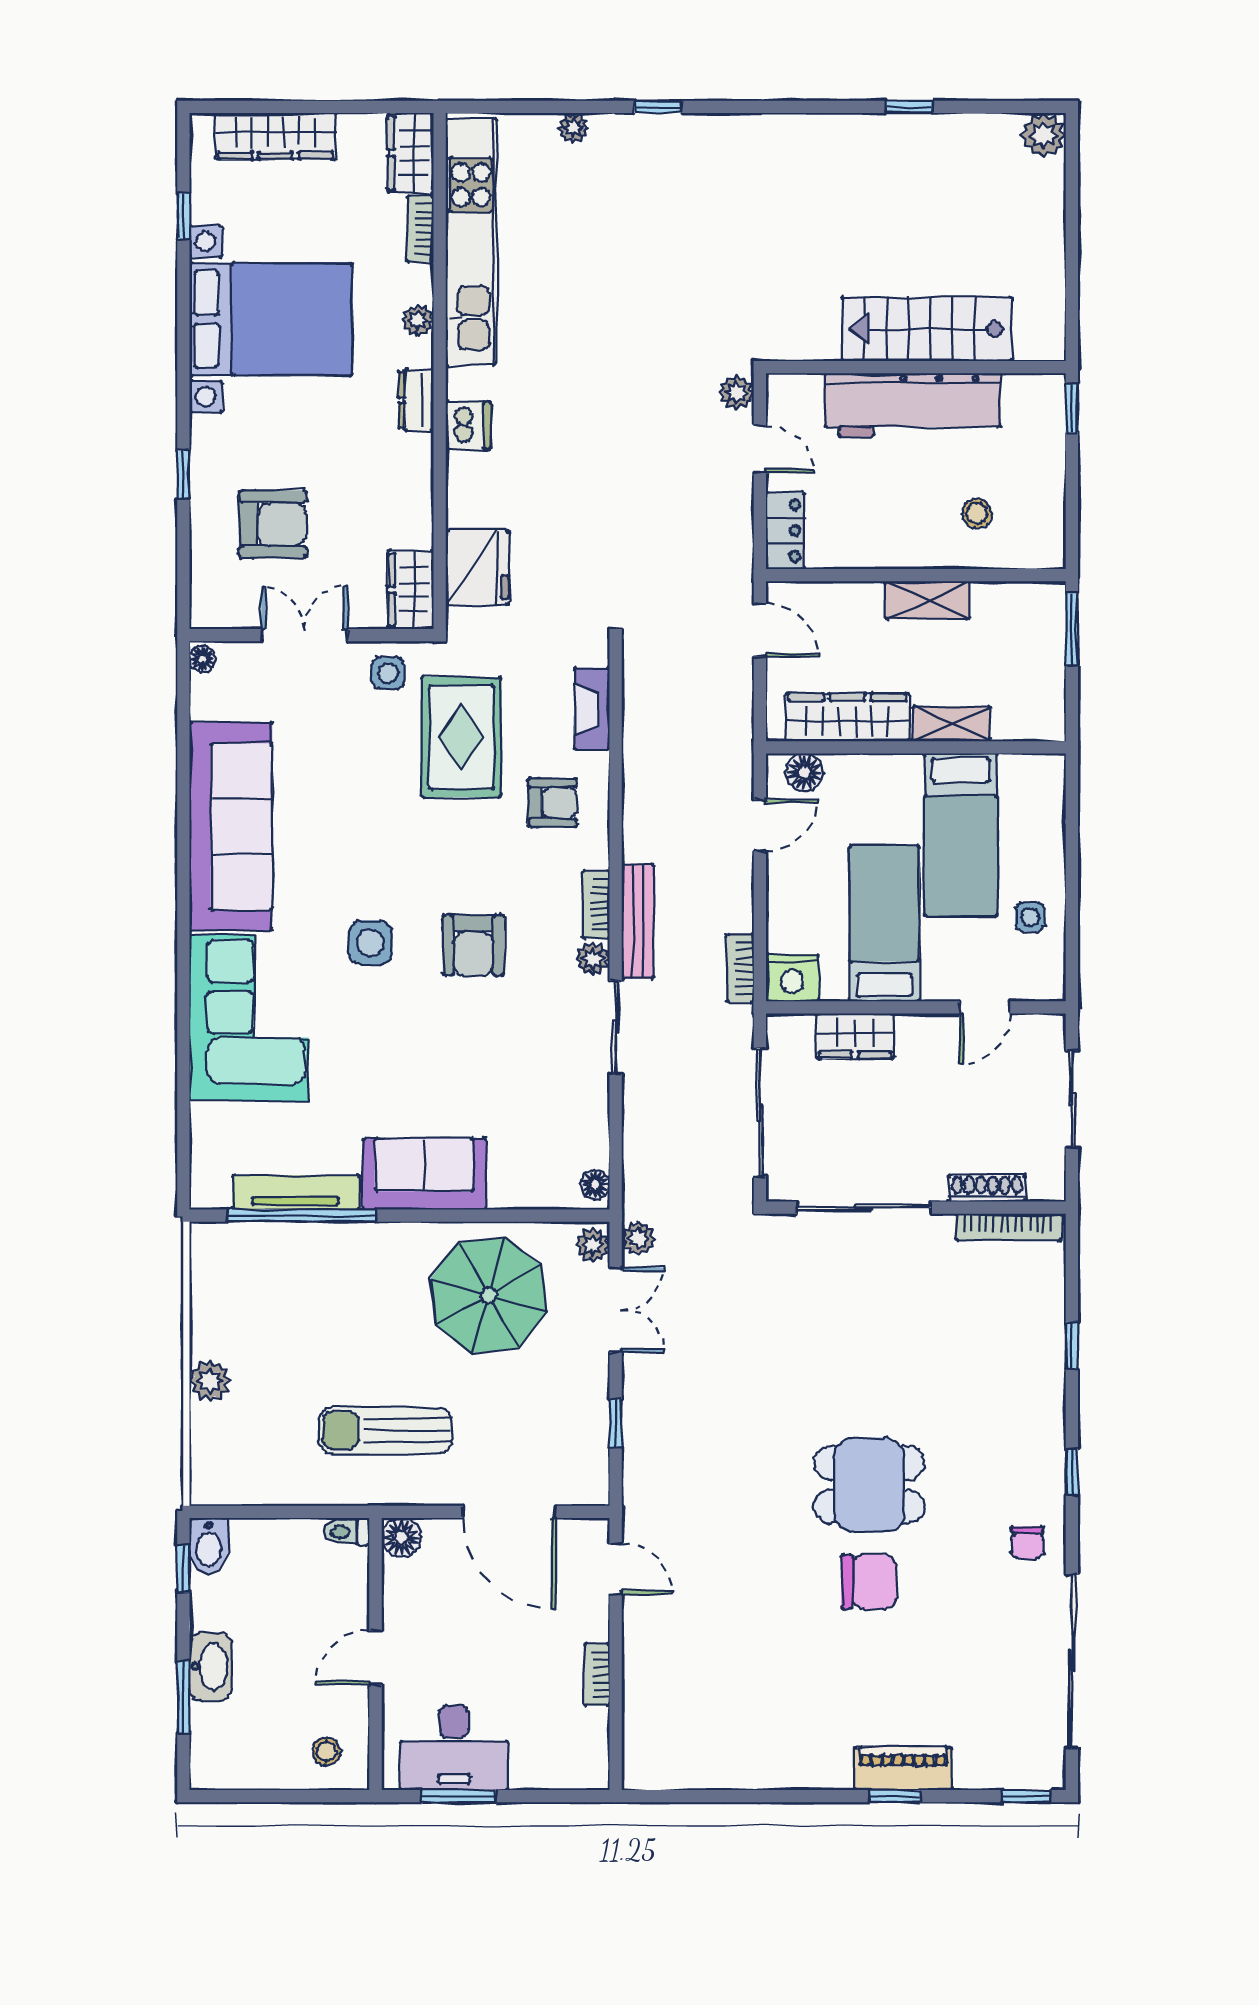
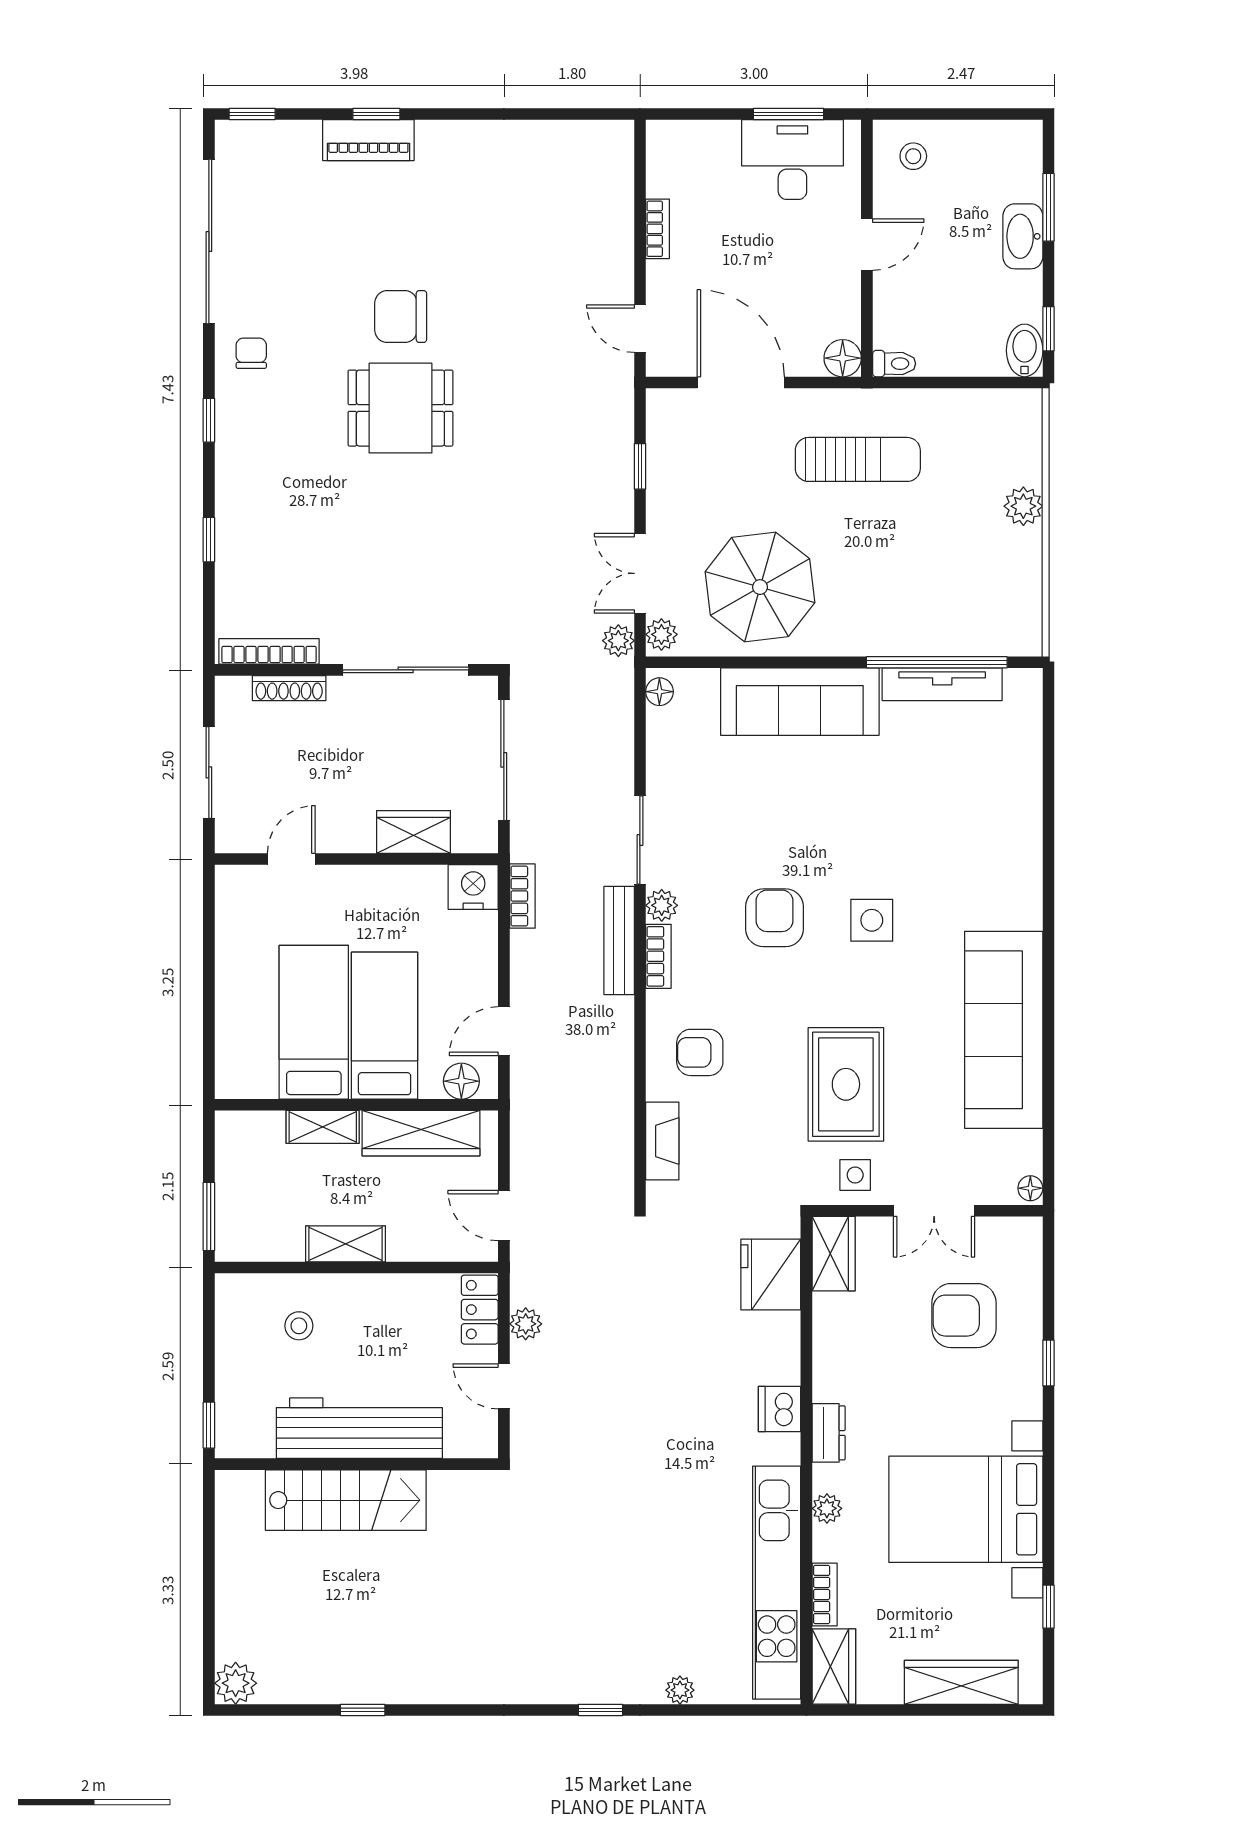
plant: (737, 393) -> (526, 1324), moved
rug: (461, 737) -> (846, 1084), moved
side table: (1030, 917) -> (248, 944), removed
bed: (884, 924) -> (385, 1026), moved, turned 180
corner sofa: (249, 1018) -> (987, 849), removed
sofa: (424, 1174) -> (800, 702), width x1.36

